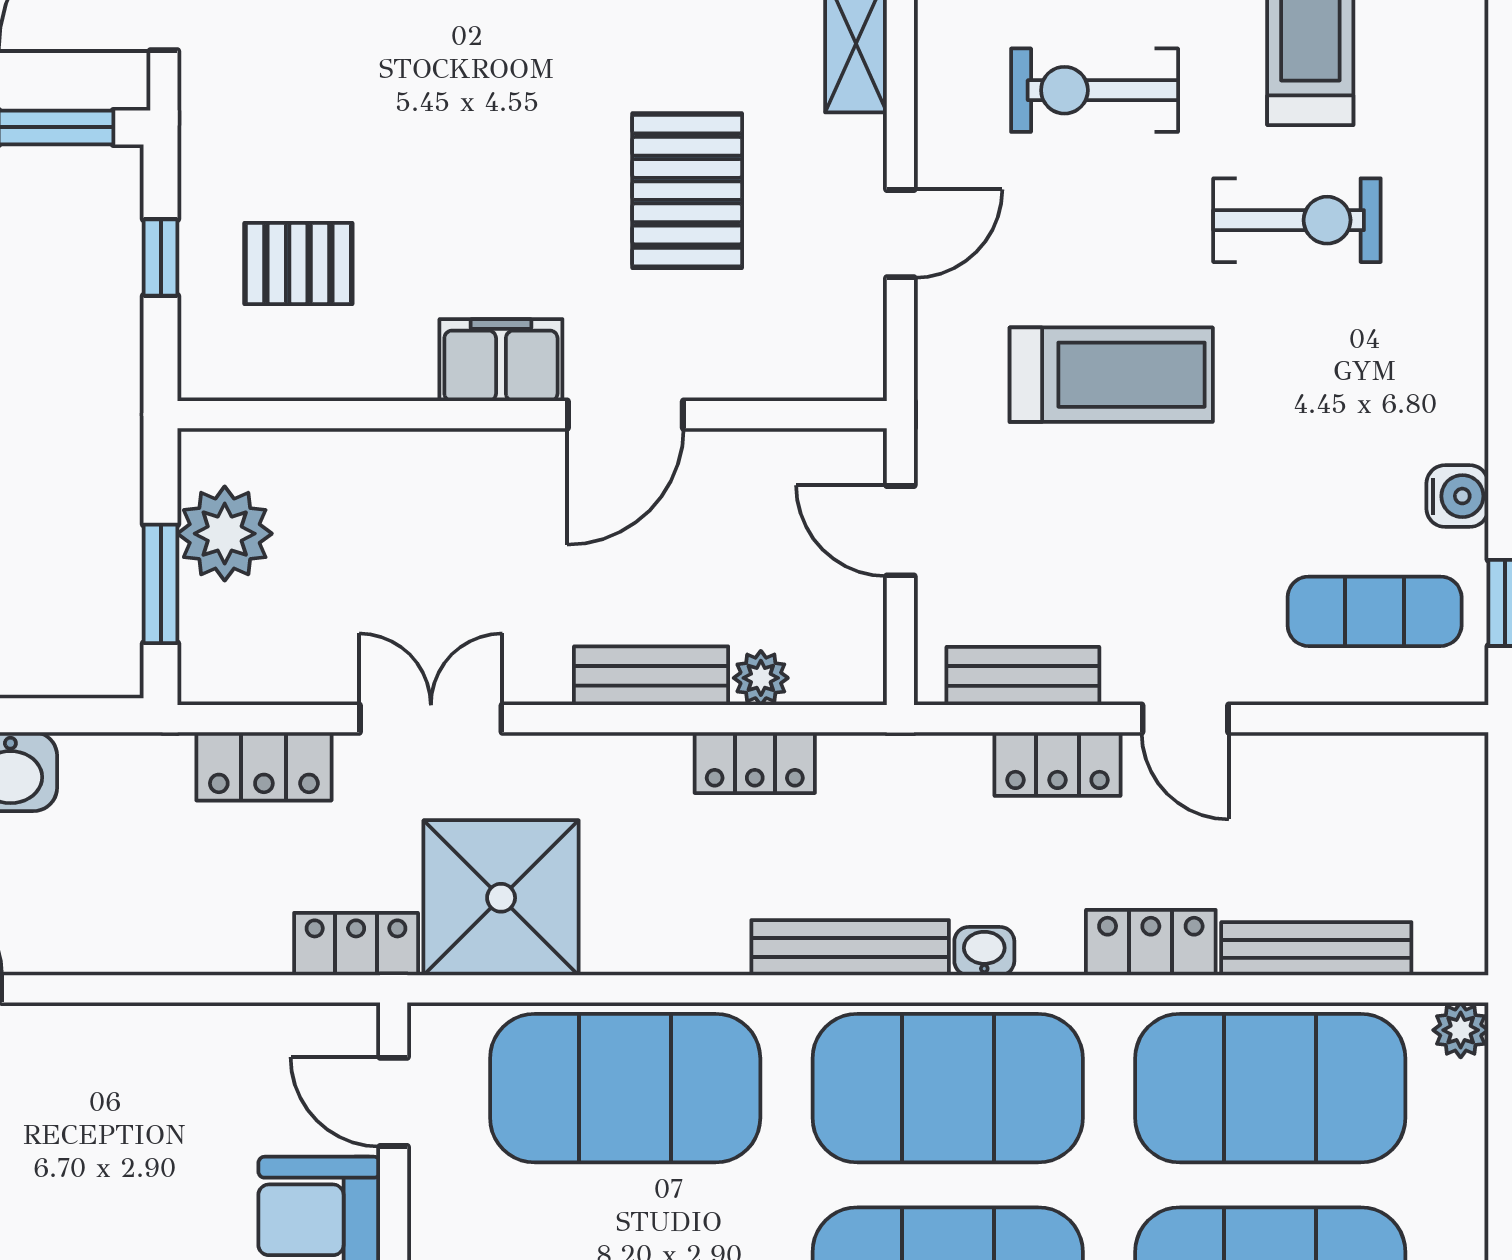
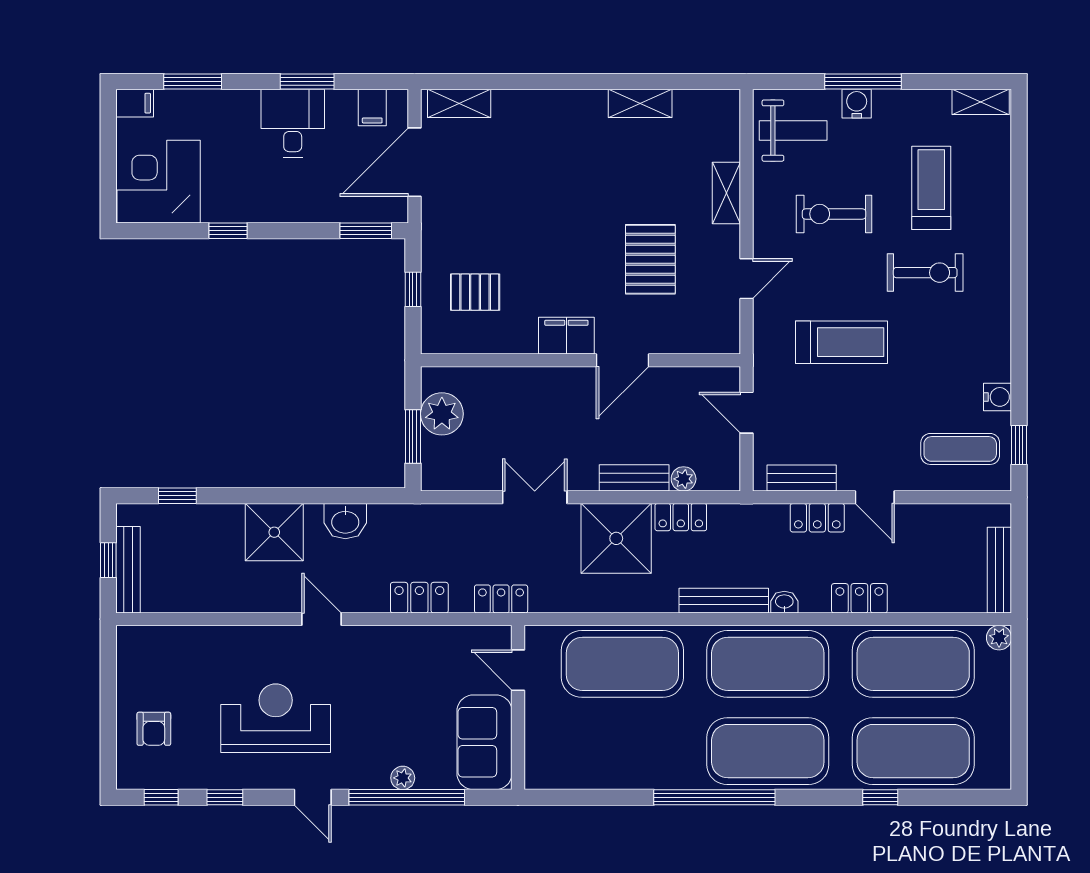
locker: (264, 766) -> (419, 598), moved, turned 180
shower: (501, 898) -> (616, 538), moved
bench: (1316, 949) -> (999, 570), moved, turned 90

